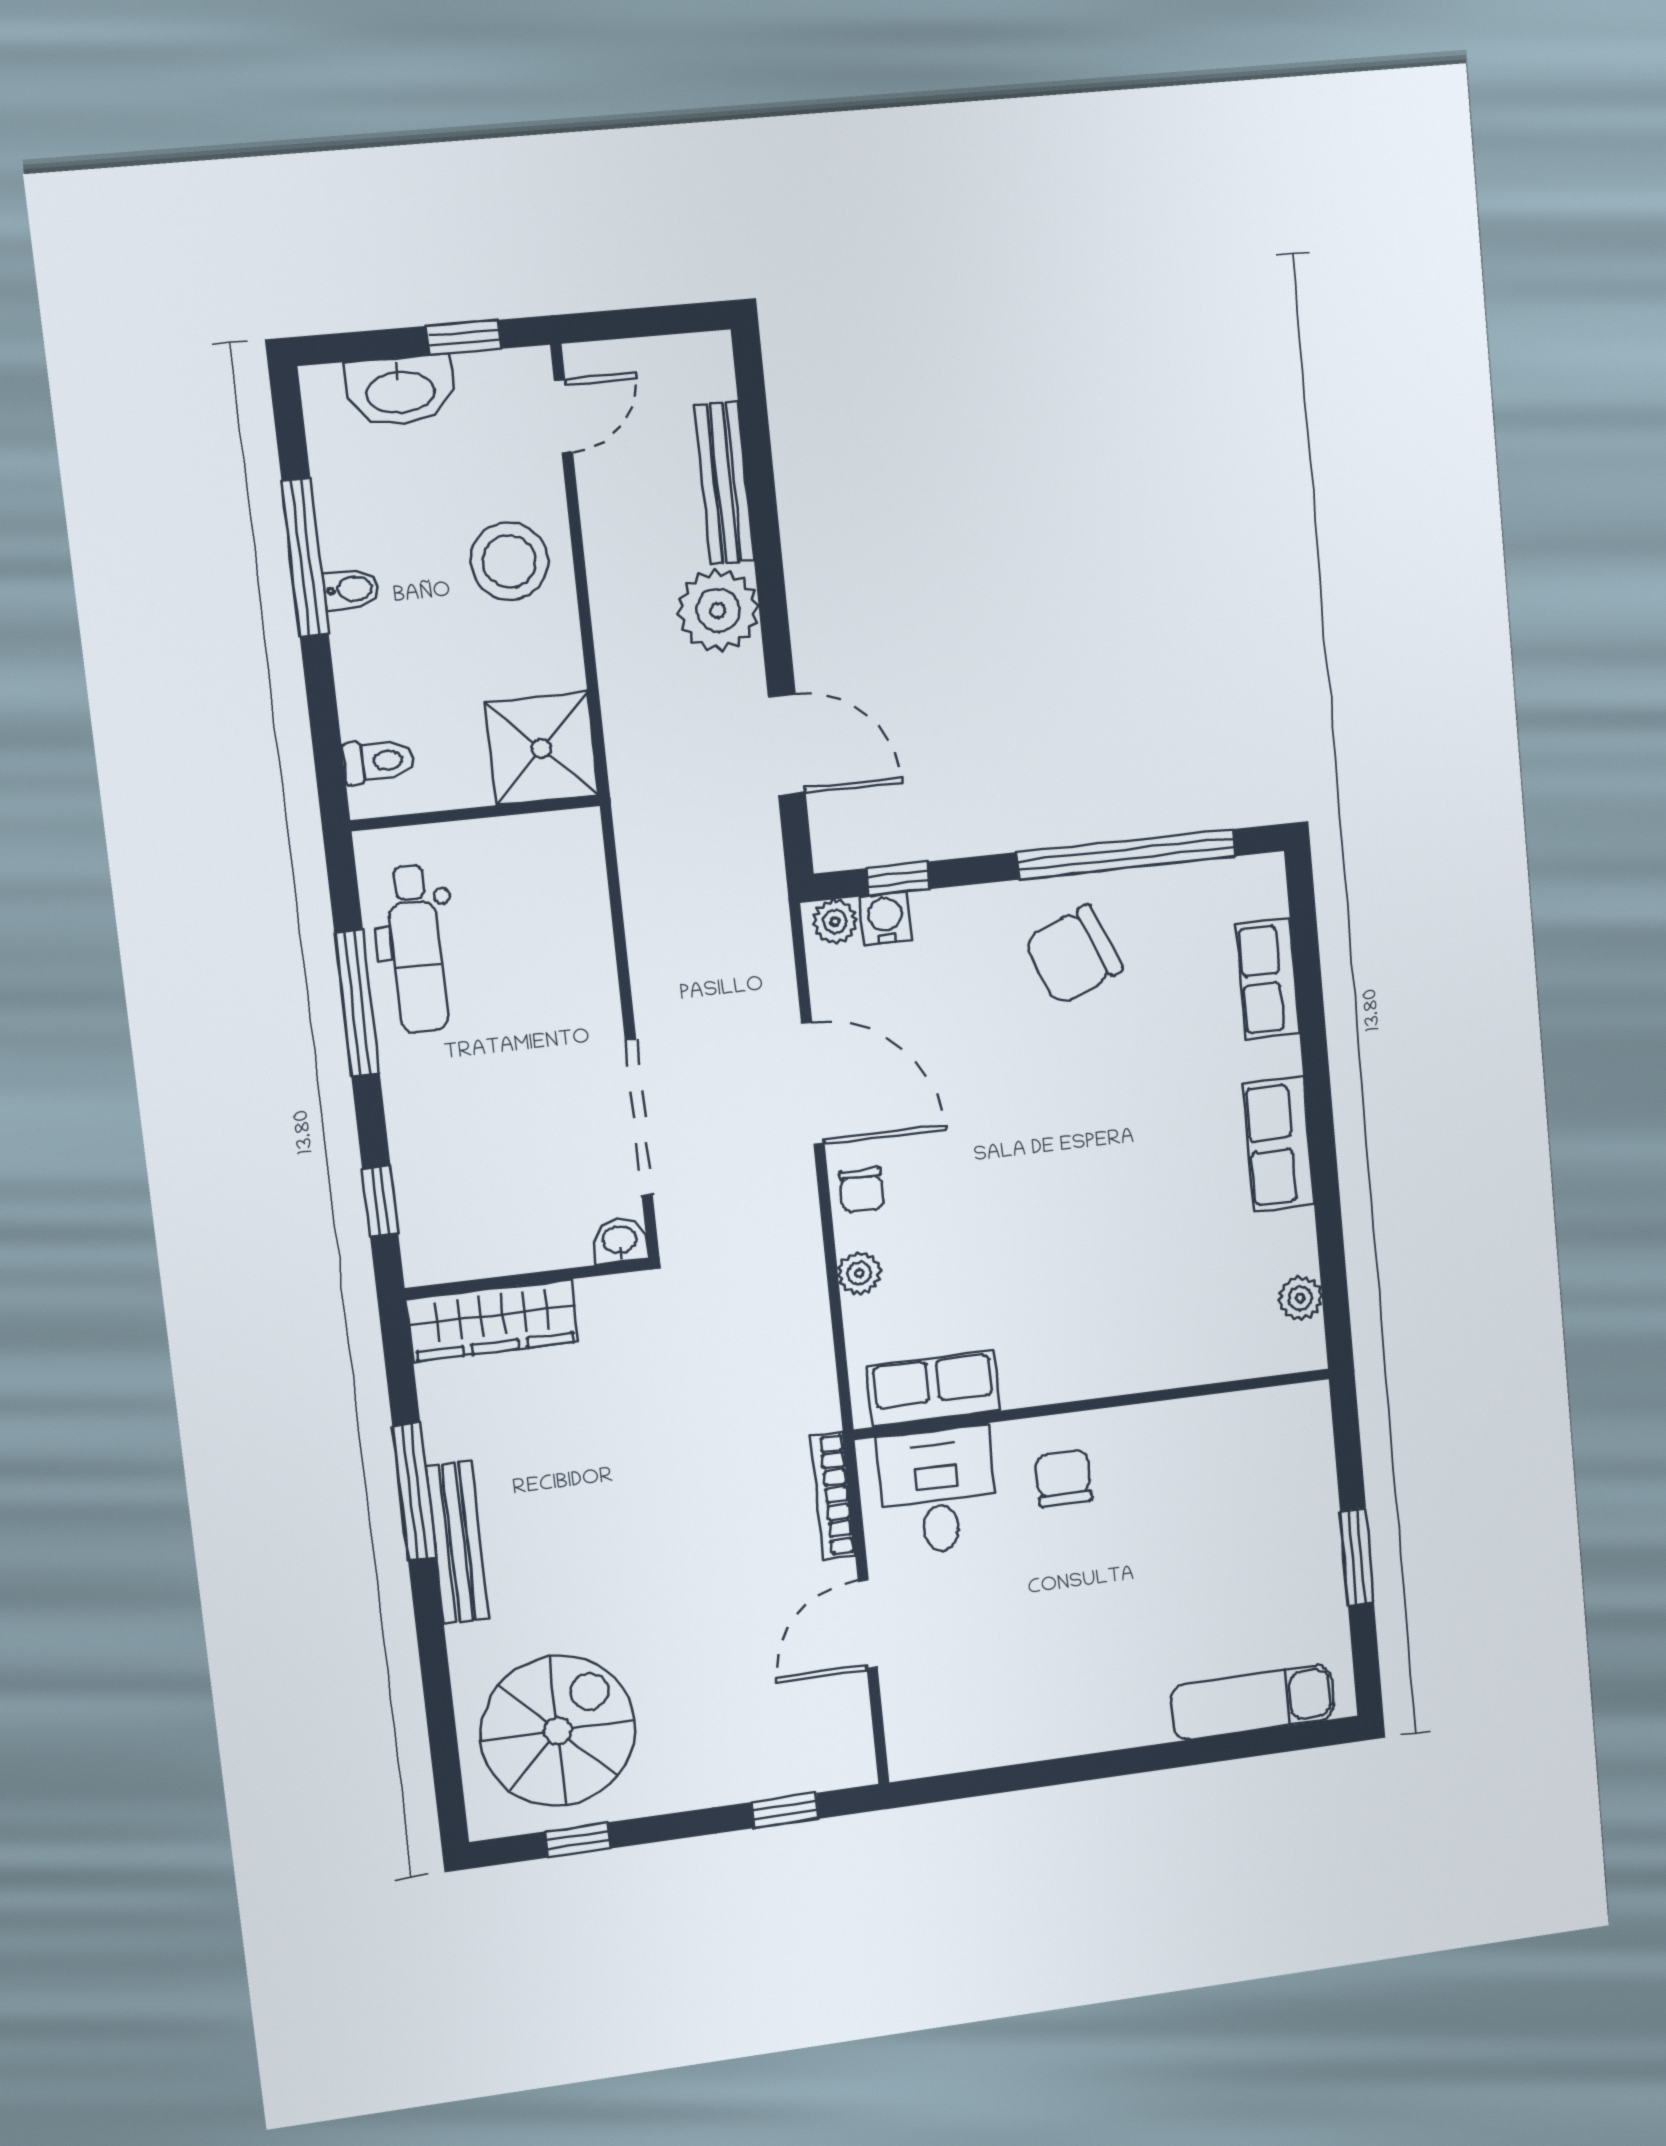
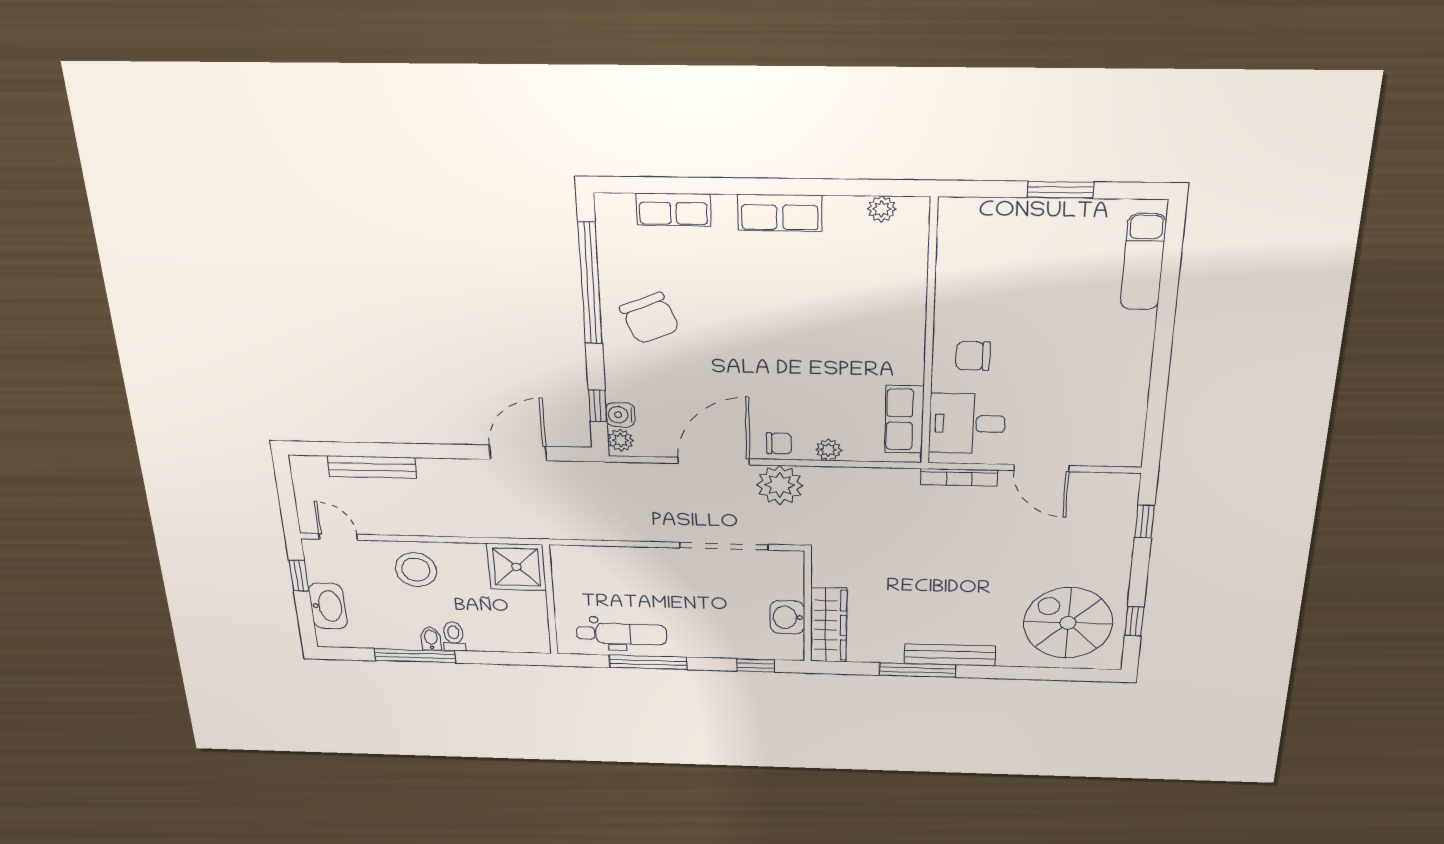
plant: (718, 610) -> (780, 485), moved
toilet: (378, 761) -> (454, 636), moved
washbasin: (620, 1241) -> (787, 617), moved, width x1.38, depth x1.45

